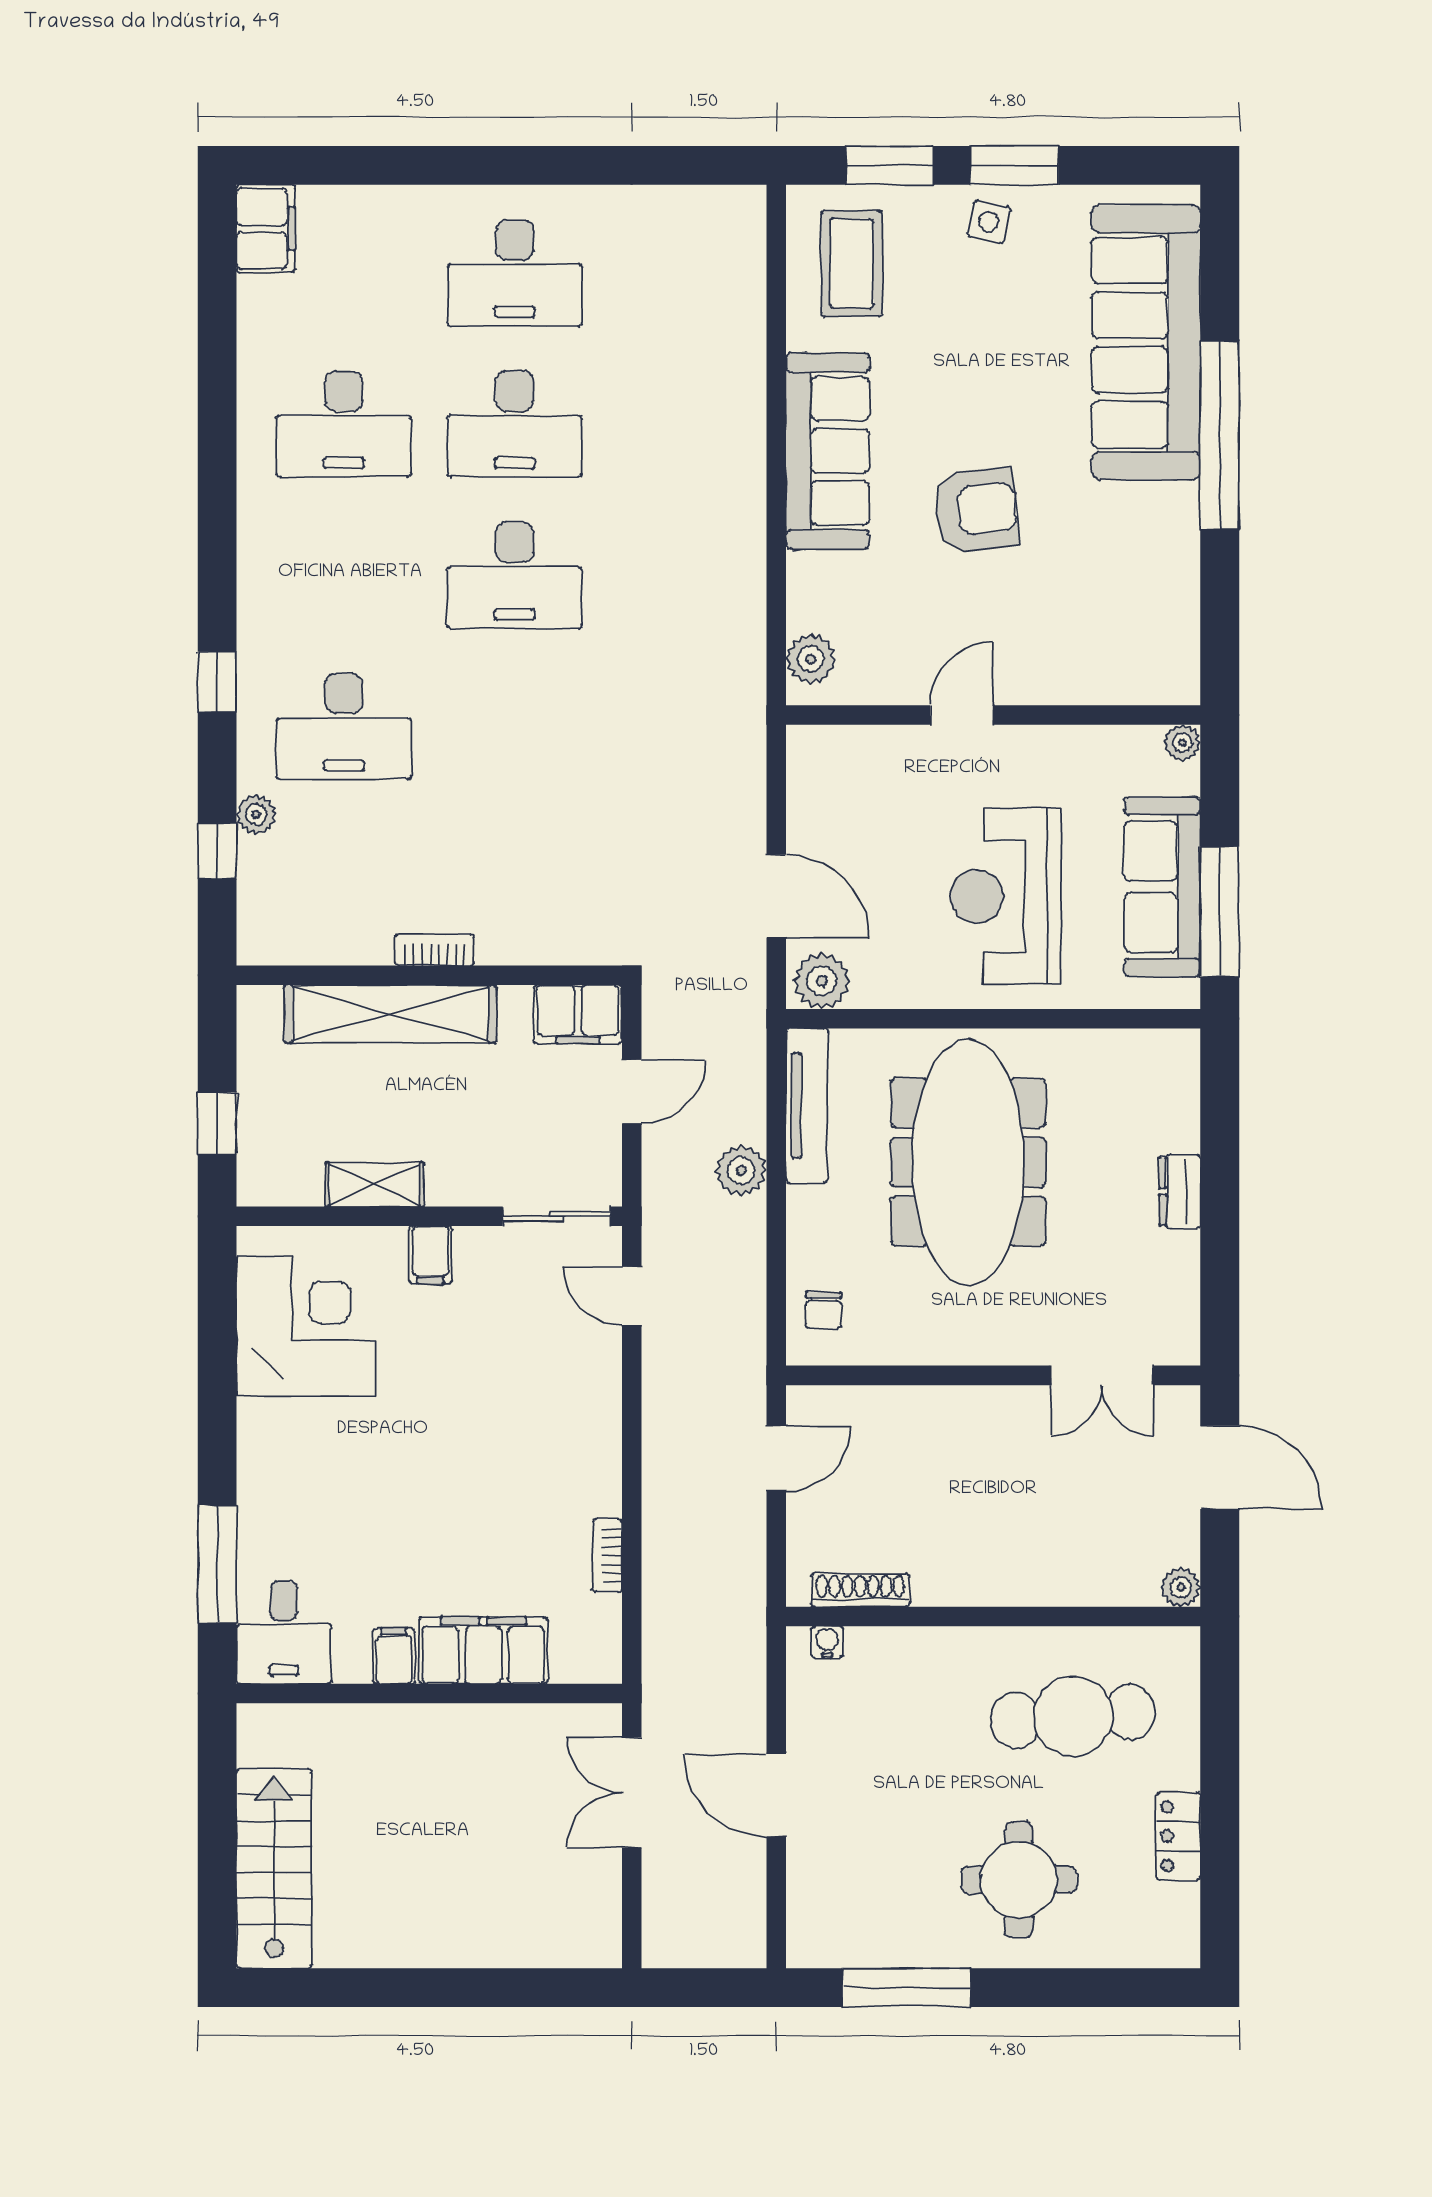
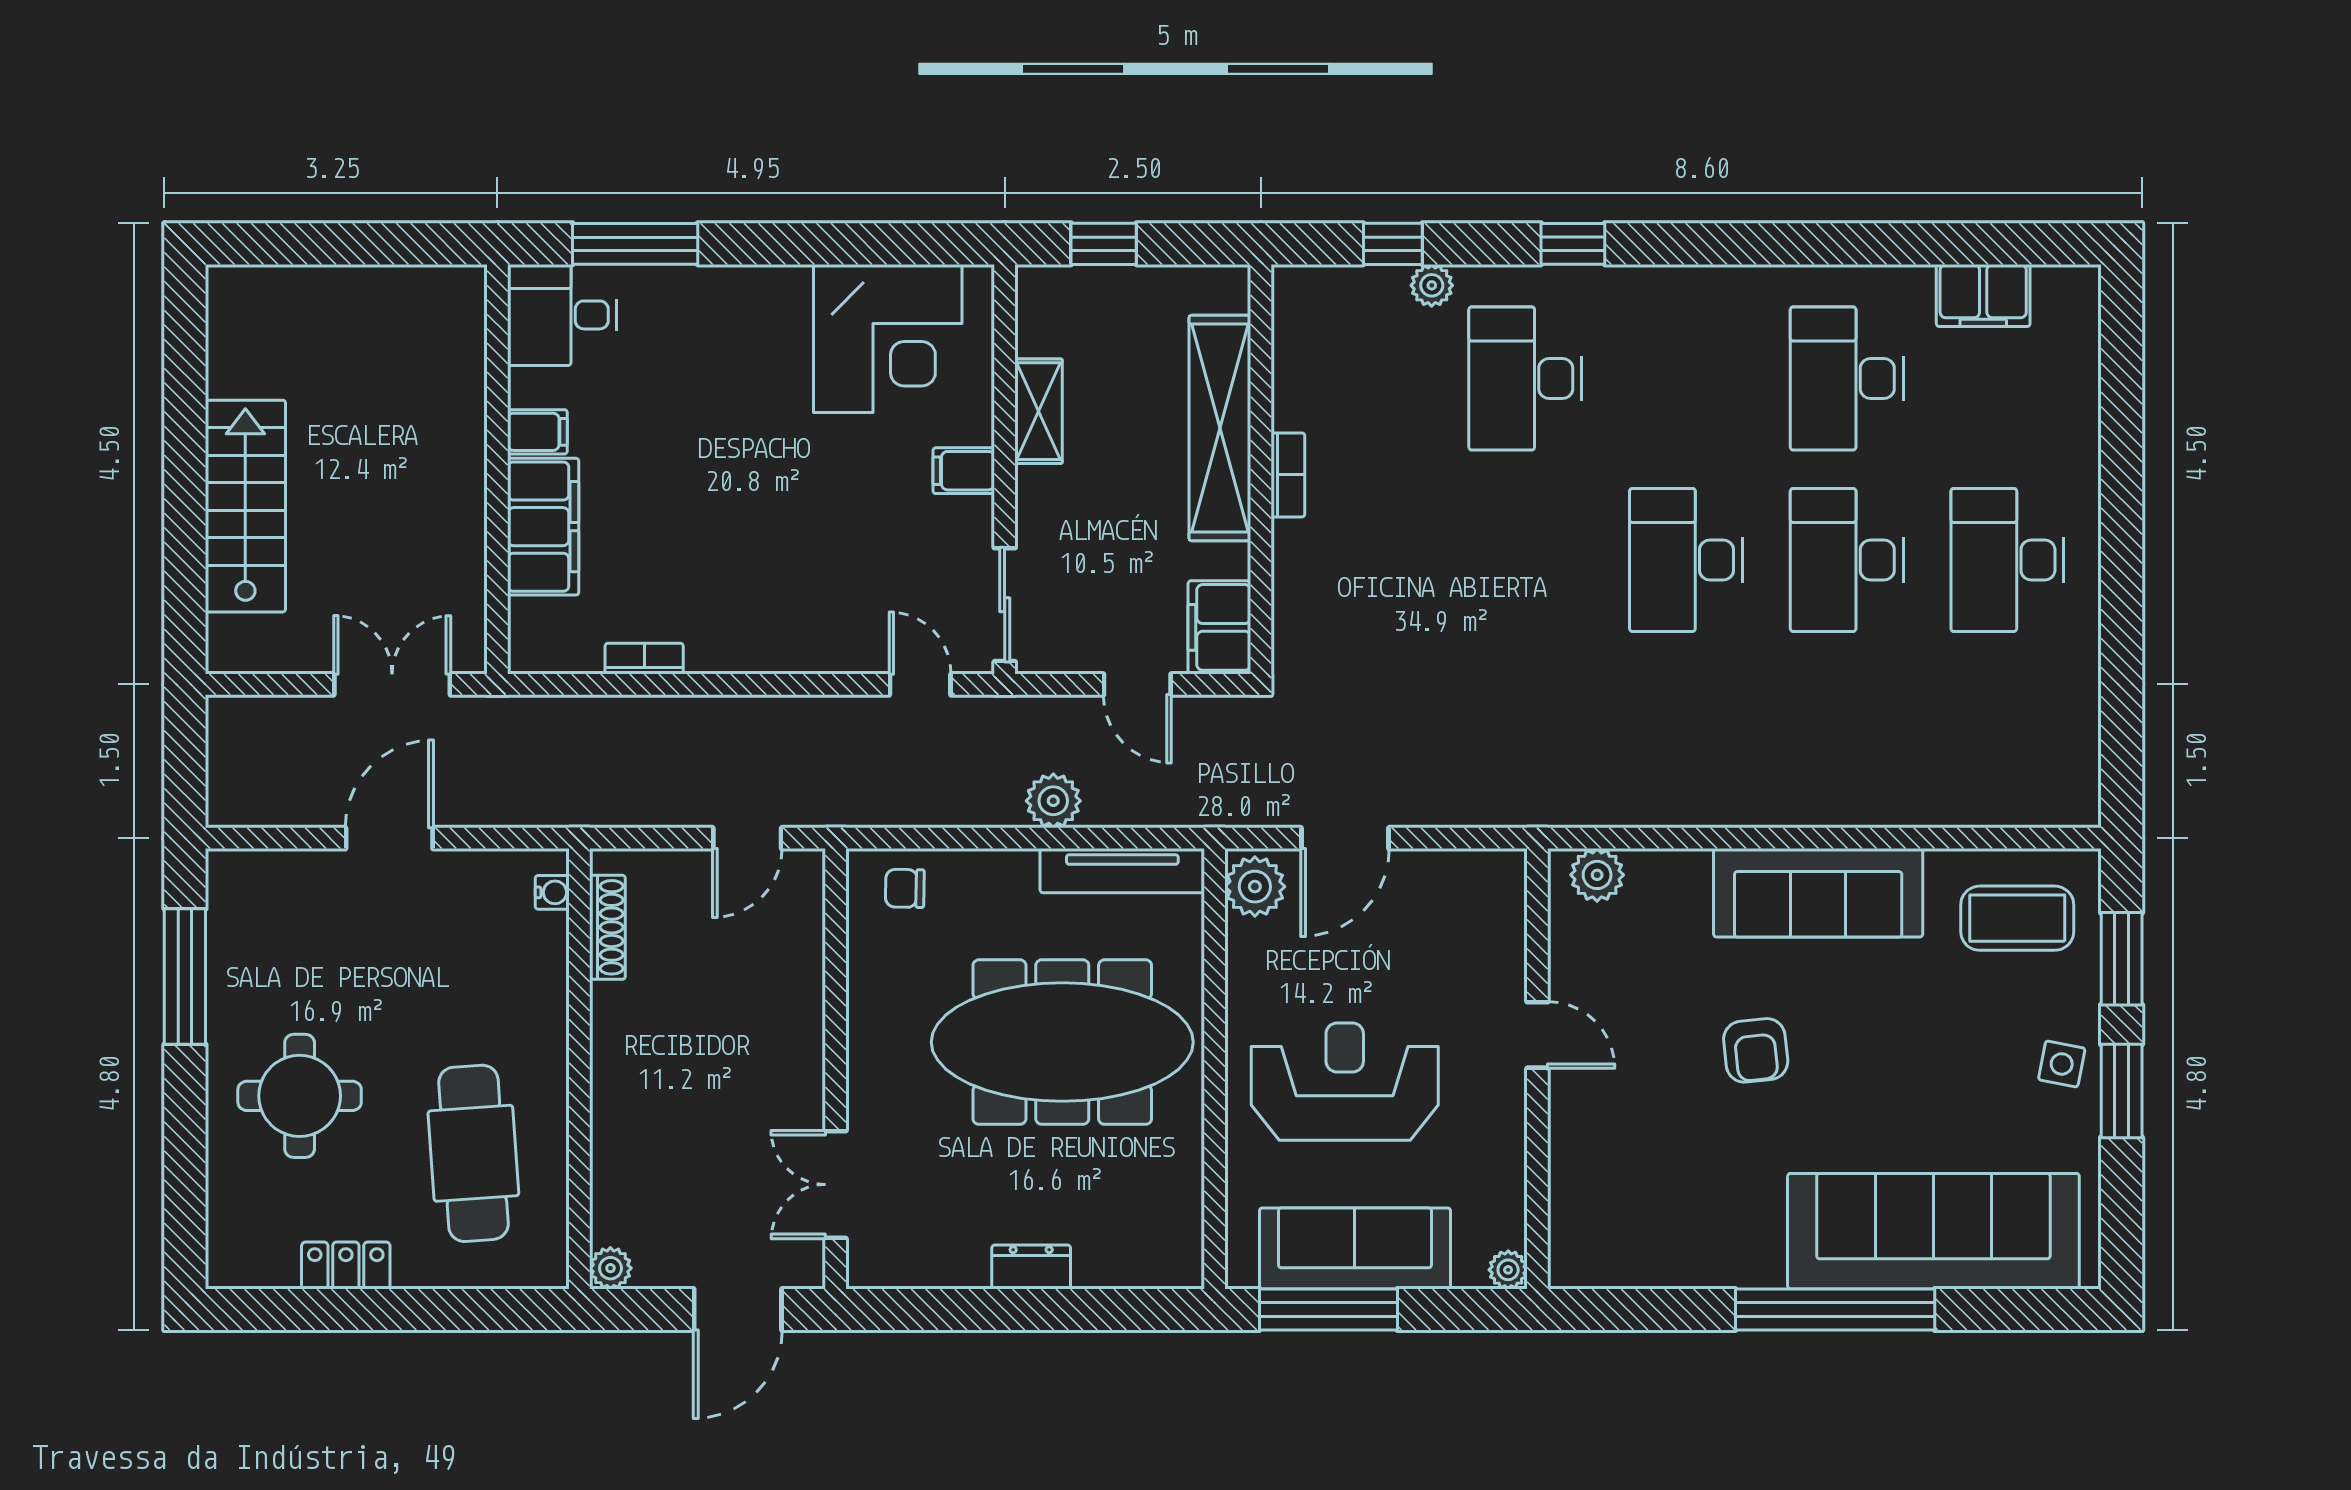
filing cabinet: (266, 229) -> (1983, 295), moved
armchair: (976, 510) -> (1756, 1050), width x0.72, depth x0.72
door: (632, 1296) -> (920, 684), hinge flipped
door: (776, 1459) -> (747, 838), hinge flipped
stairs: (274, 1869) -> (245, 506), moved, turned -90

